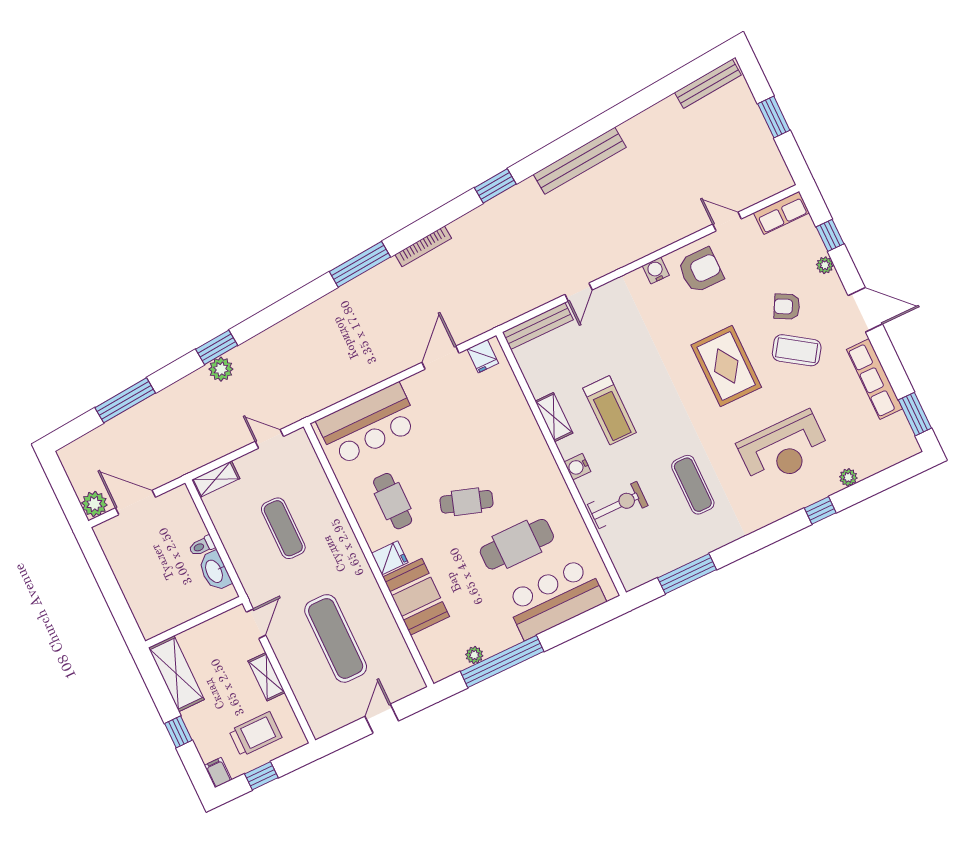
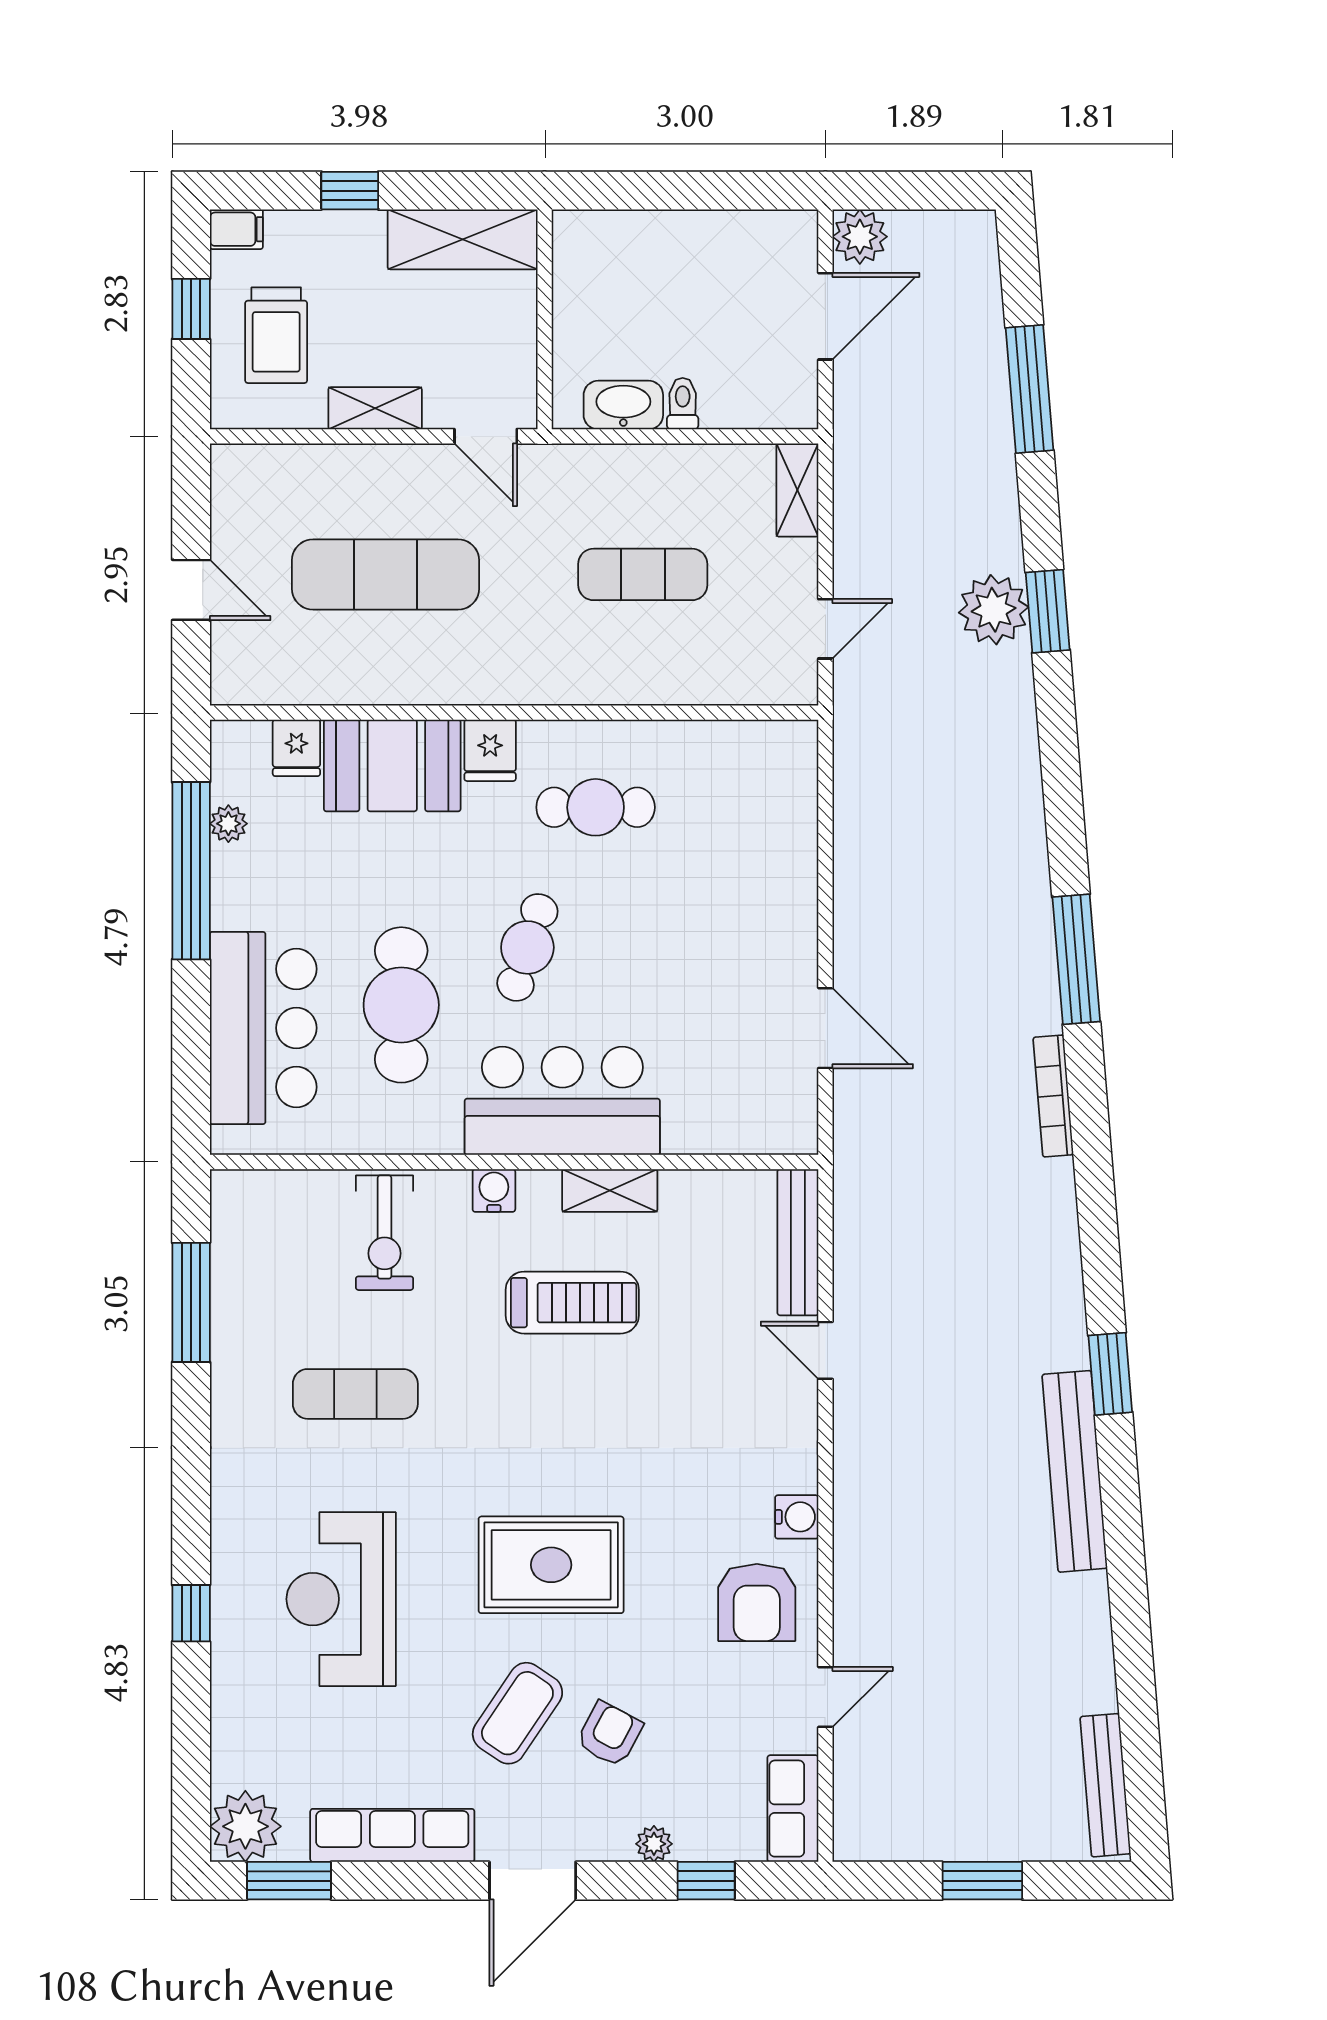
window: (495, 186) -> (1110, 1374), moved
fridge: (483, 356) -> (296, 748), moved, turned -90
plant: (221, 369) -> (994, 610), width x1.36, depth x1.36
treadmill: (610, 410) -> (572, 1303), turned 180
bar counter: (368, 424) -> (562, 1101), moved, turned 90
plant: (848, 477) -> (245, 1826), moved, width x1.88, depth x1.88

